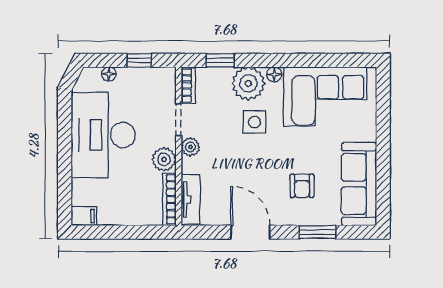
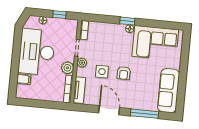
window: (220, 60) -> (127, 21), moved
plant: (248, 83) -> (116, 32), removed
side table: (255, 122) -> (102, 72), moved
armchair: (302, 186) -> (124, 73), moved
filing cabinet: (84, 216) -> (24, 79), moved
window: (318, 232) -> (144, 114), width x1.44

